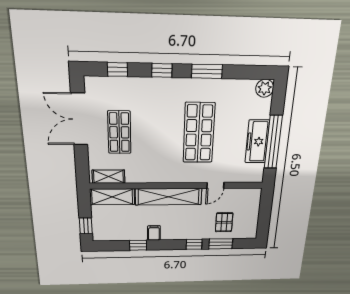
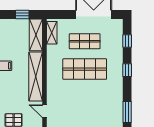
window: (207, 71) -> (127, 112), moved
shop shelf: (199, 133) -> (85, 69), moved
window: (86, 226) -> (22, 14), moved

